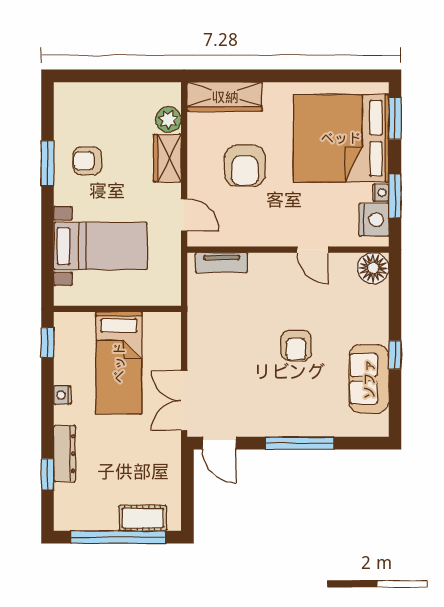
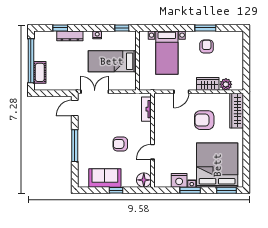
wall: (288, 250) -> (152, 140), moved
door: (313, 250) -> (152, 152), moved
tv unit: (222, 263) -> (146, 109), moved
floor lamp: (373, 268) -> (144, 180), moved

